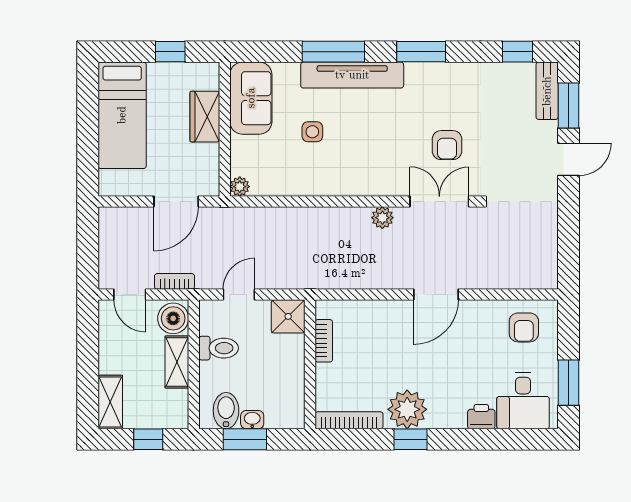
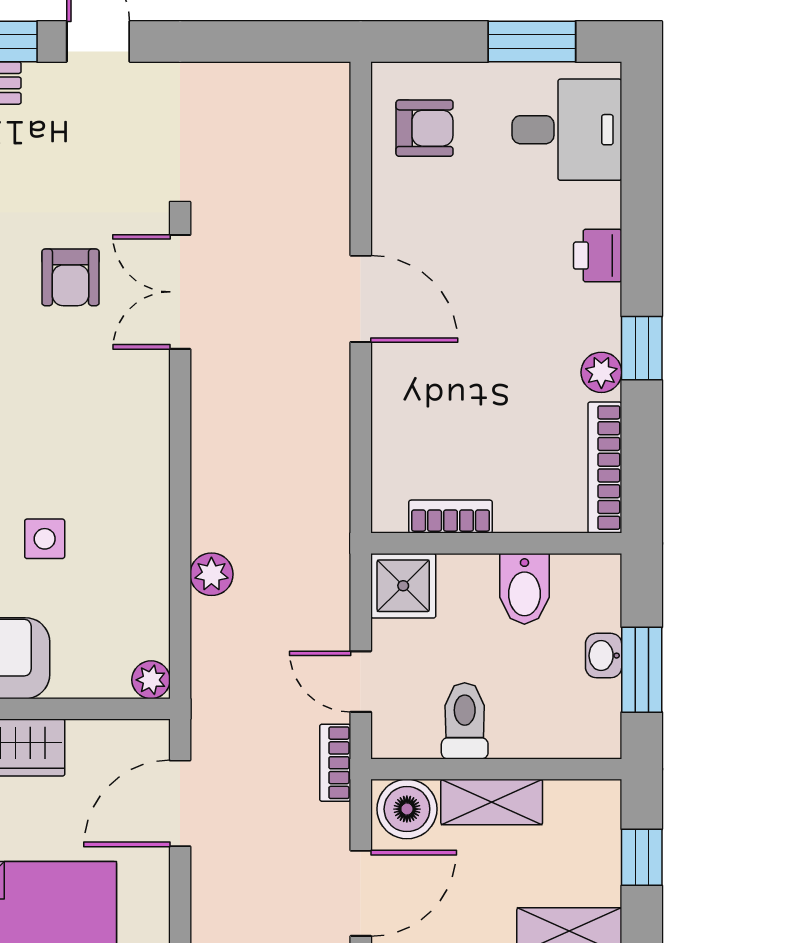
armchair: (447, 145) -> (70, 277), turned 90
door: (176, 202) -> (180, 803), swing flipped
plant: (382, 218) -> (211, 574), moved
bookcase: (175, 281) -> (335, 763), moved
door: (130, 295) -> (361, 893), width x1.38
plant: (407, 409) -> (601, 372), width x0.53, depth x0.53
bidet: (226, 411) -> (524, 589), moved, turned -90
printer: (481, 417) -> (598, 256), moved

